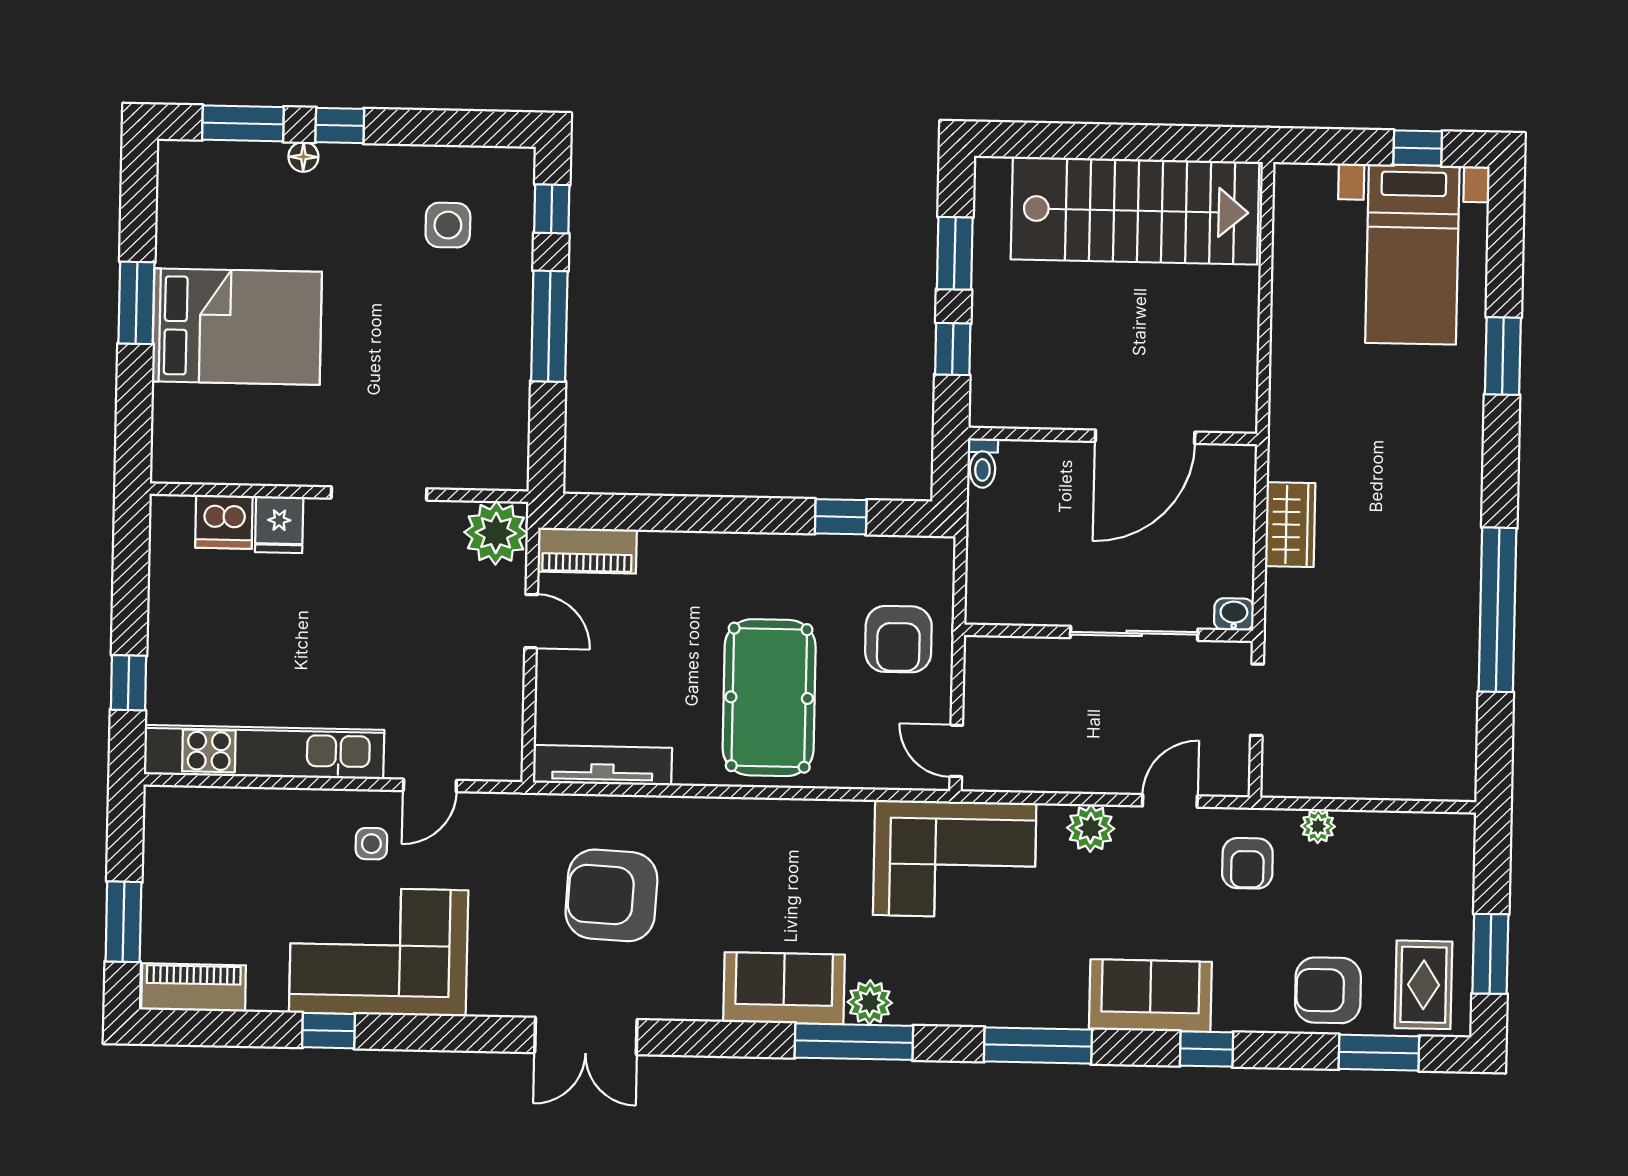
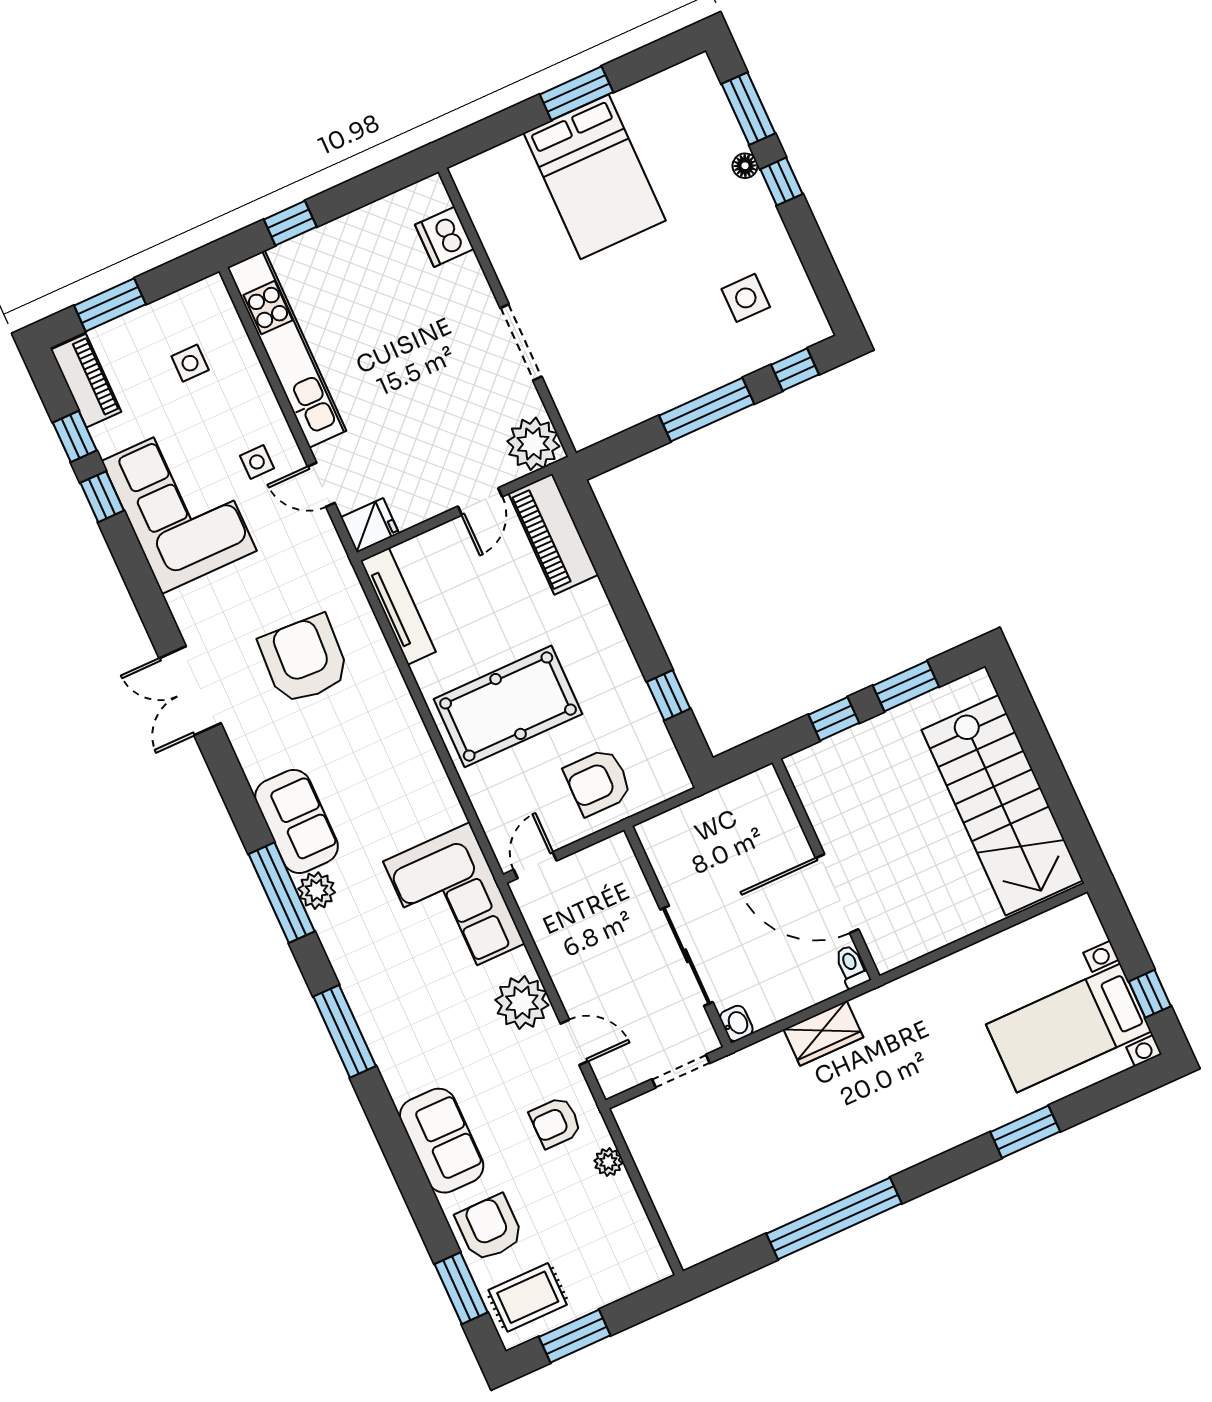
toilet: (983, 463) -> (852, 967), moved, turned 90
fridge: (279, 525) -> (370, 525), moved, turned 180
piano: (587, 551) -> (553, 534), width x1.37, depth x1.33
plant: (1091, 828) -> (522, 1003), width x1.36, depth x1.36
side table: (229, 865) -> (190, 363), added
sofa: (1150, 996) -> (442, 1141), moved
window: (1206, 1049) -> (75, 437), moved

